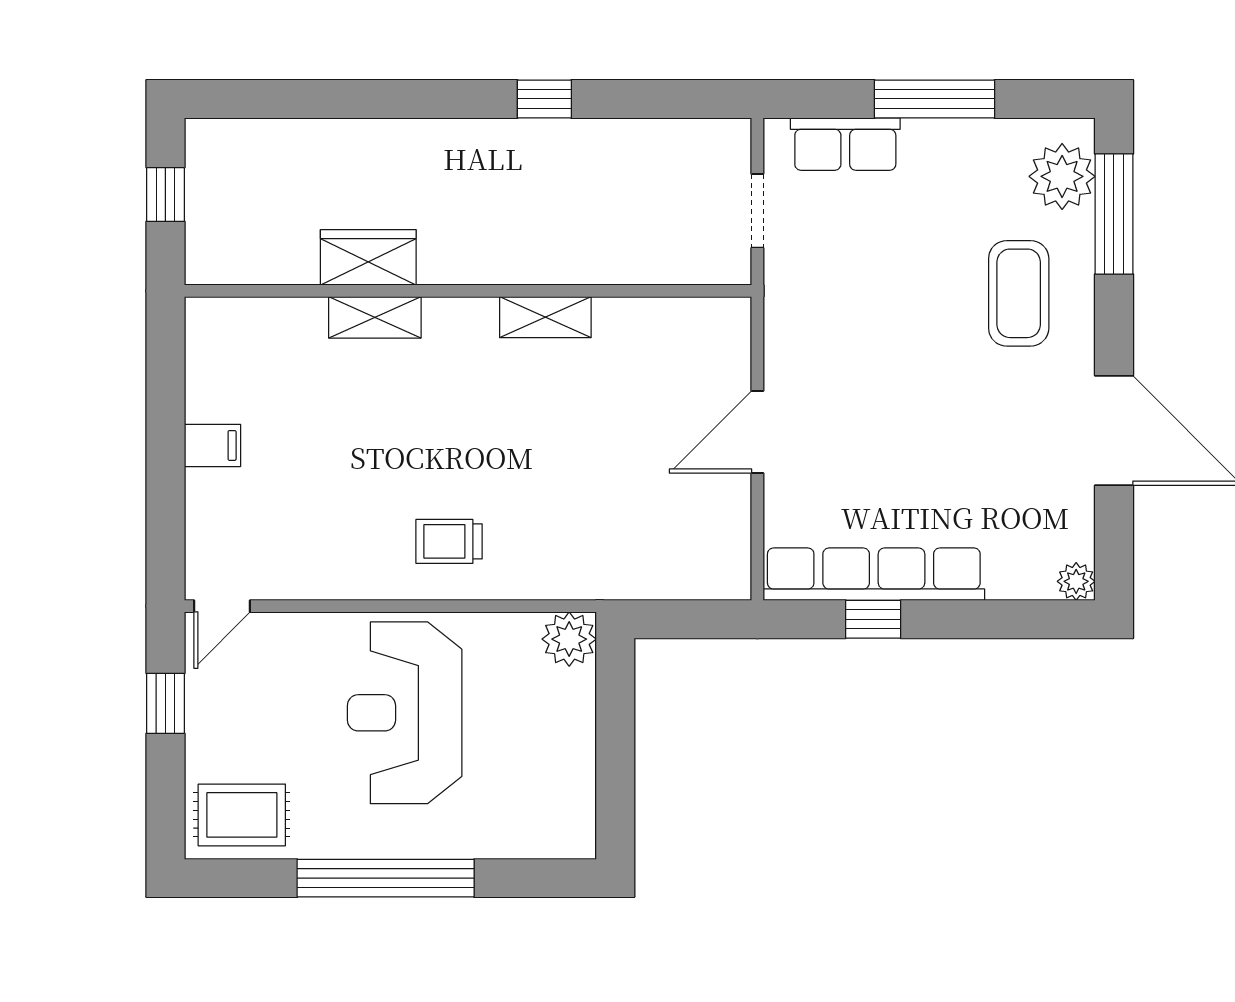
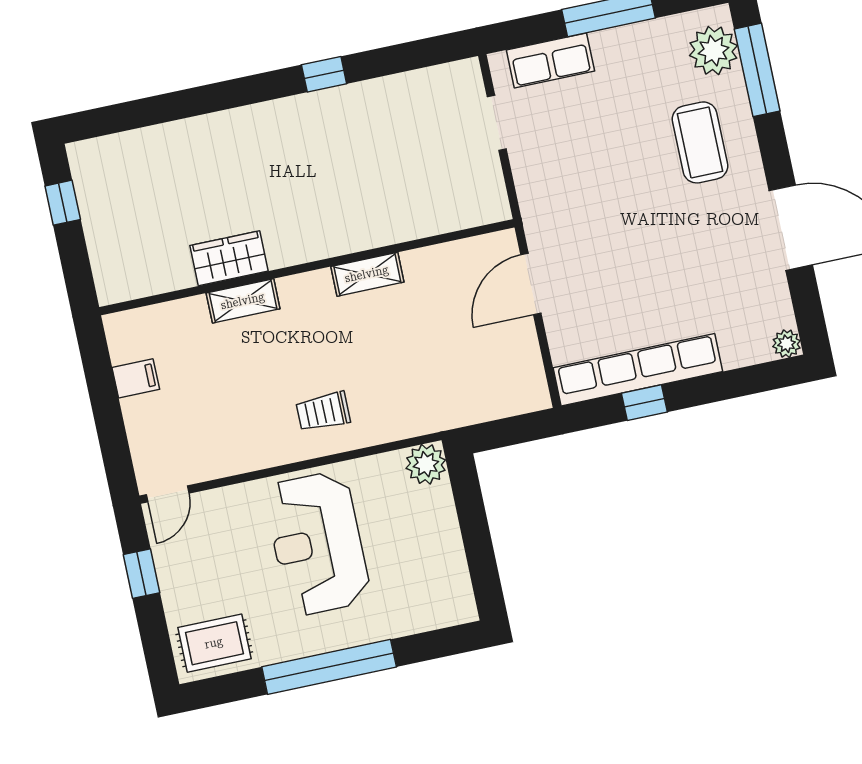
wardrobe: (368, 257) -> (229, 258), moved
wall: (468, 291) -> (307, 267), moved
shelving: (375, 317) -> (243, 301), moved
shelving: (545, 317) -> (367, 274), moved

